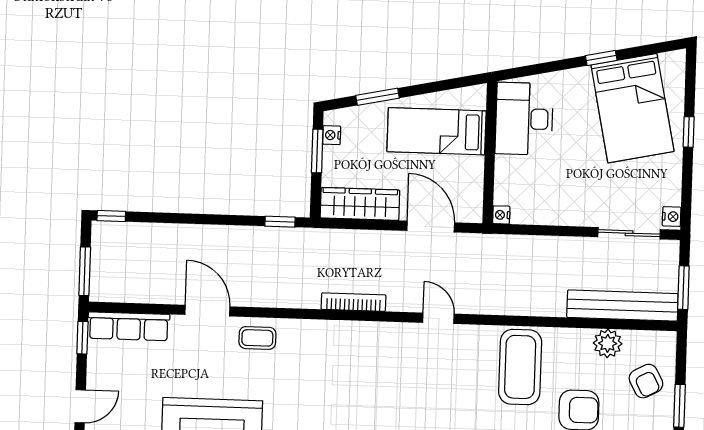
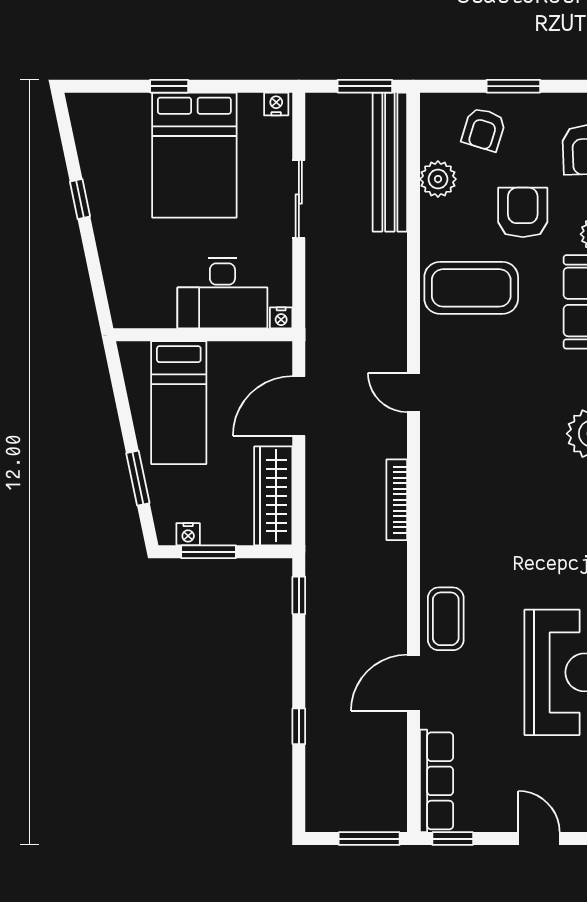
bed: (632, 108) -> (194, 155), moved, turned 102
desk: (524, 119) -> (222, 293), moved
window: (111, 216) -> (299, 726), moved
sliding door: (629, 233) -> (299, 199), moved
door: (438, 318) -> (414, 392), hinge flipped
coffee table: (257, 338) -> (446, 619), width x1.36, depth x1.30
armchair: (646, 381) -> (484, 129), turned 135

